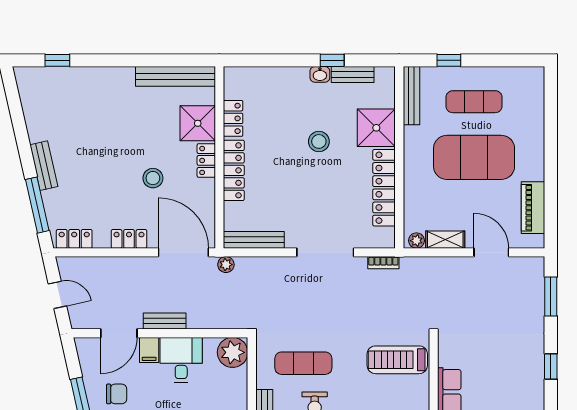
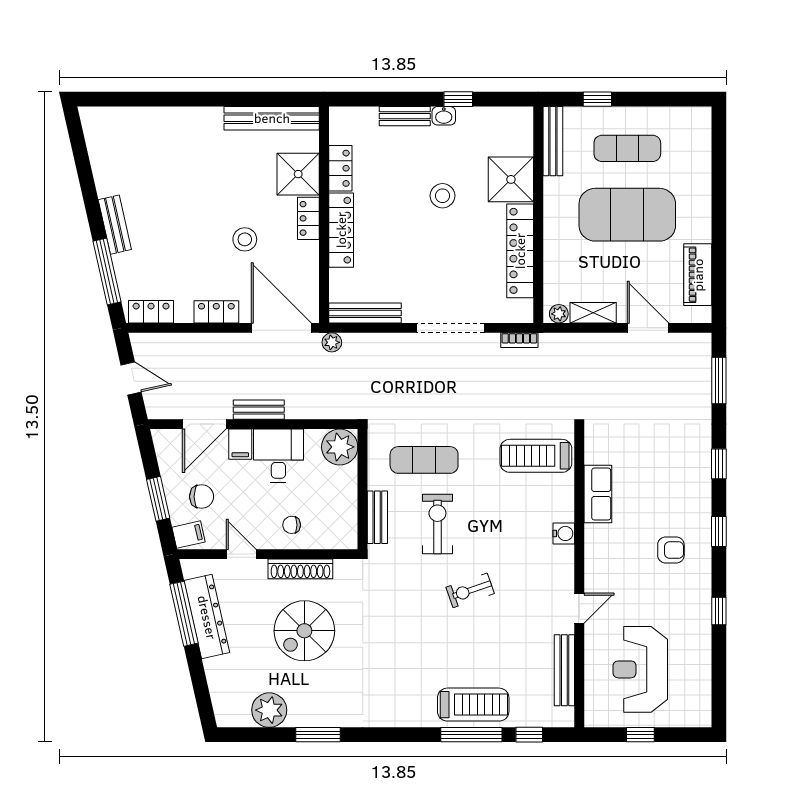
window: (57, 60) -> (131, 99), removed
bench: (353, 75) -> (405, 116), moved

